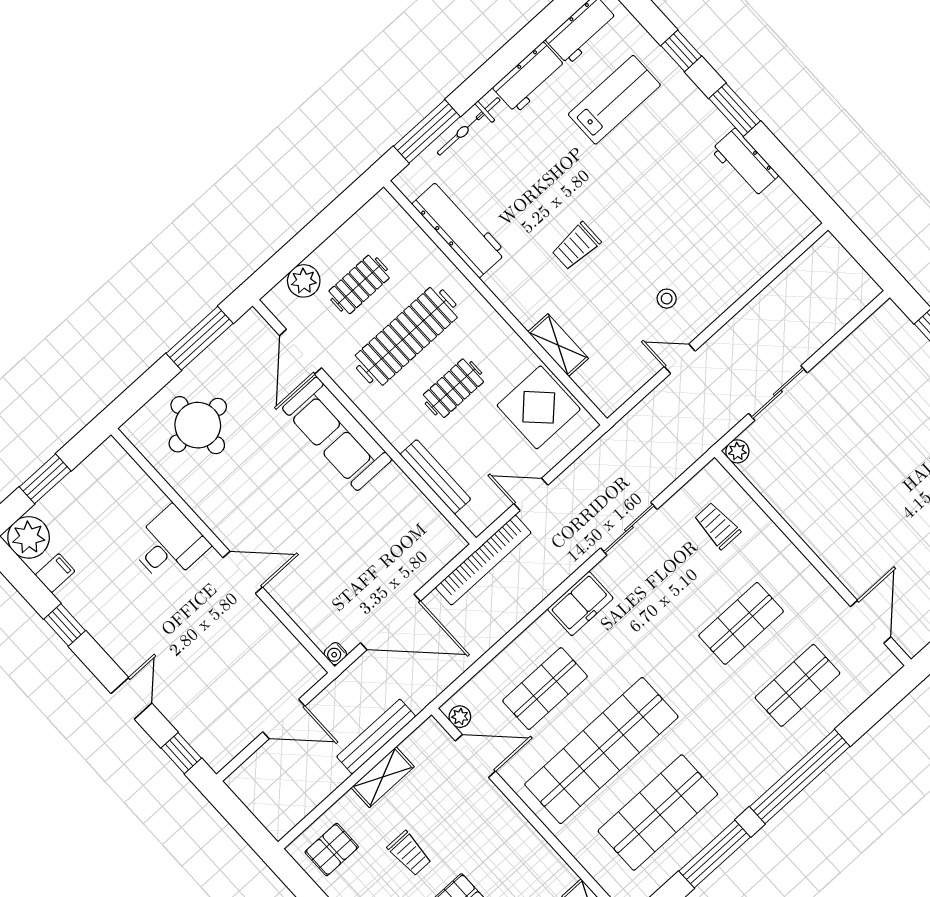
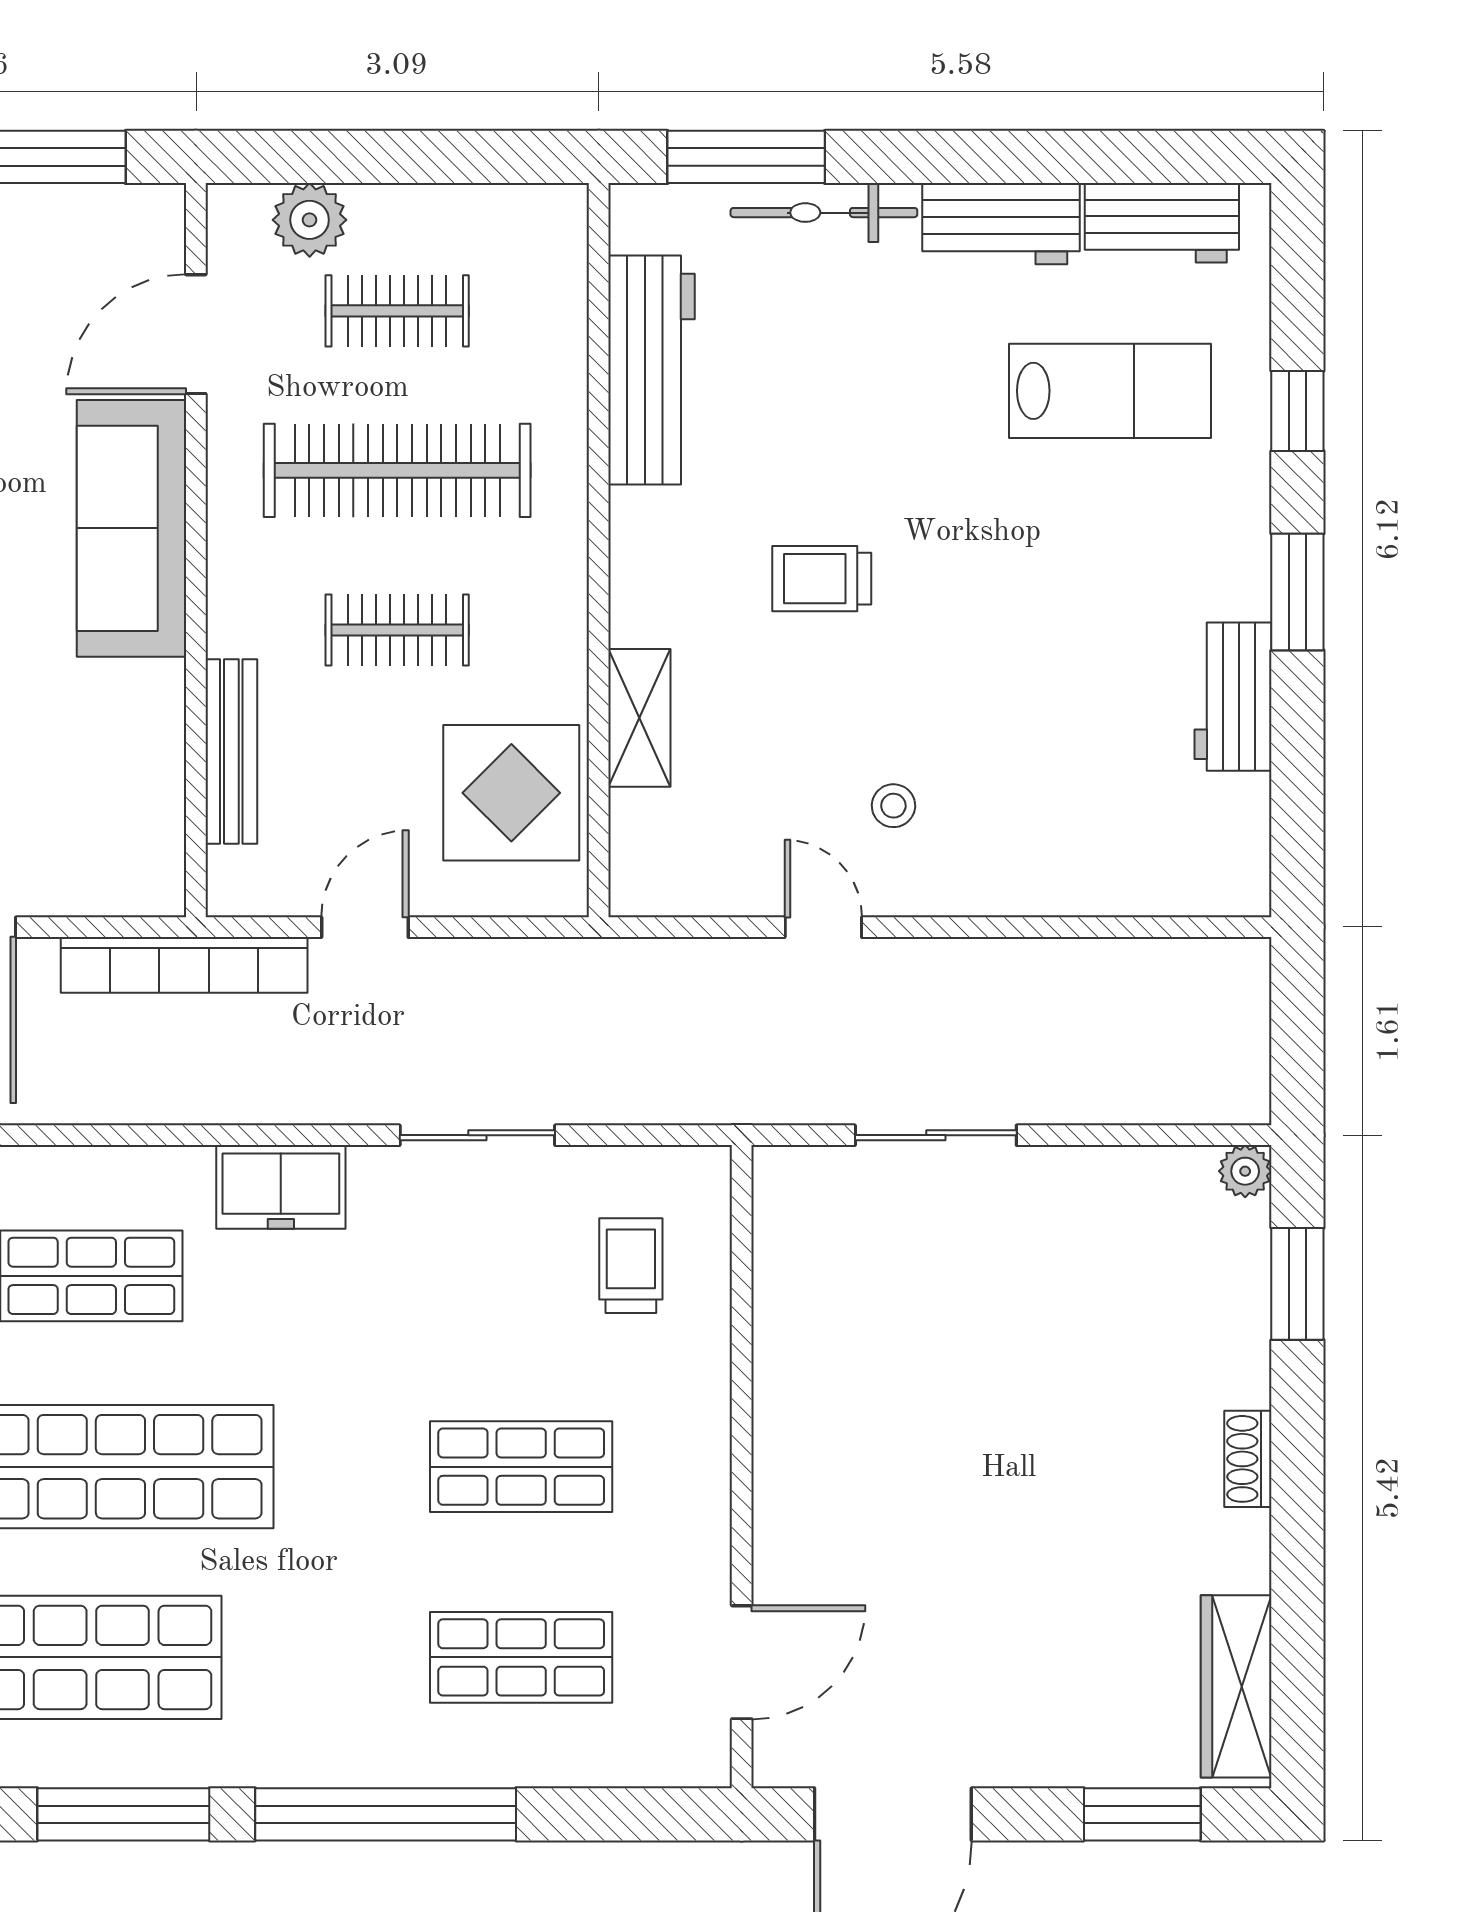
plant: (737, 451) -> (1245, 1171), moved
door: (531, 494) -> (365, 927), hinge flipped

